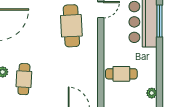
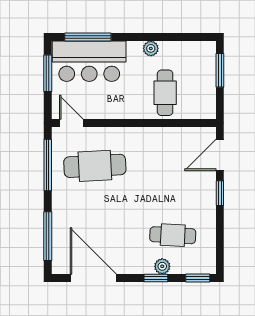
plant: (152, 93) -> (151, 48), moved

